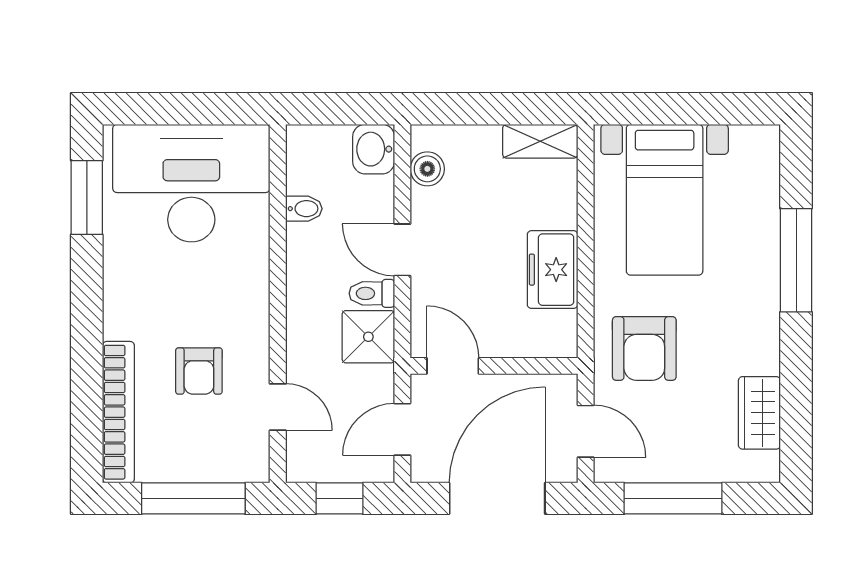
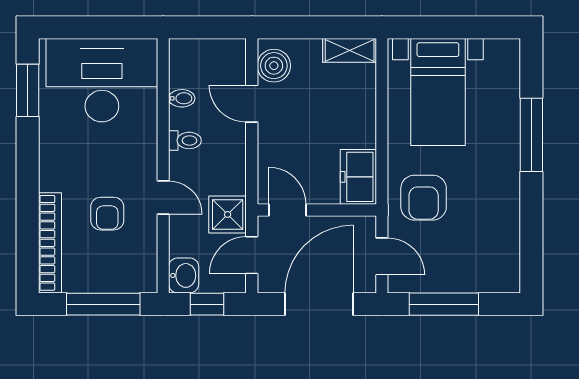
washbasin: (374, 149) -> (184, 275), moved, turned 180
boiler: (427, 169) -> (274, 66), width x1.36, depth x1.36
door: (402, 250) -> (252, 104), moved
freezer: (553, 270) -> (358, 177), moved
toilet: (372, 293) -> (185, 140), moved, turned 180
shower: (368, 337) -> (228, 214), moved
door: (278, 407) -> (163, 198), moved
wardrobe: (759, 413) -> (505, 243), removed

